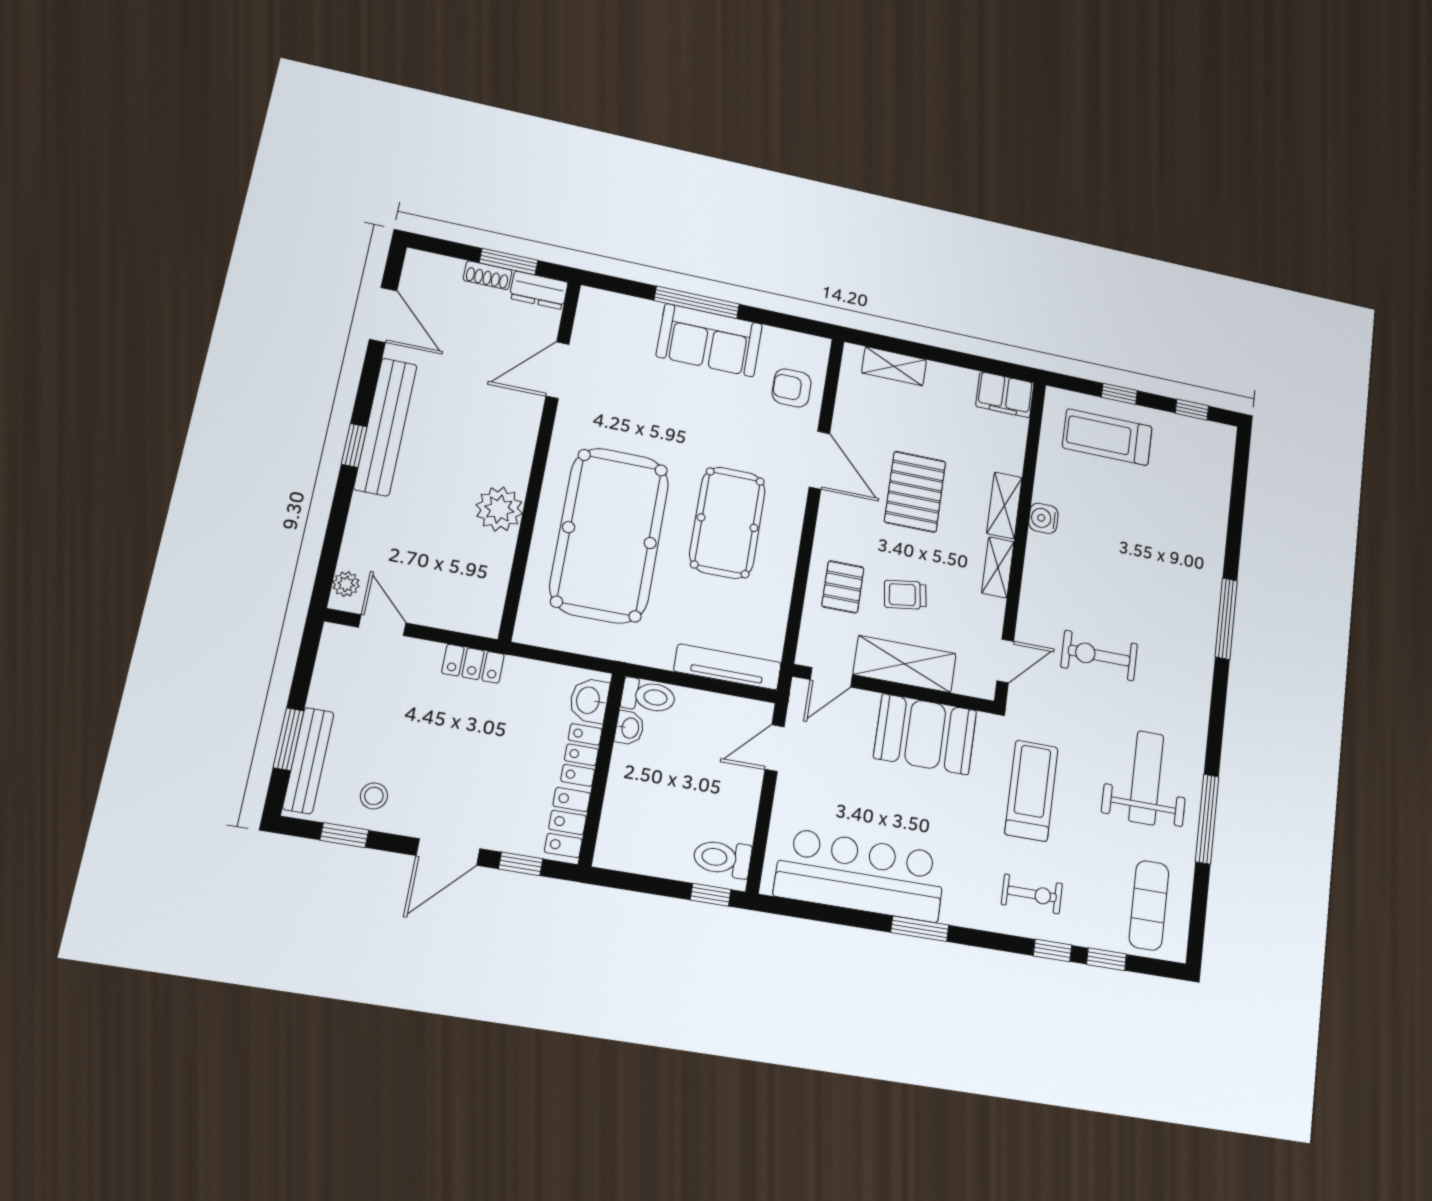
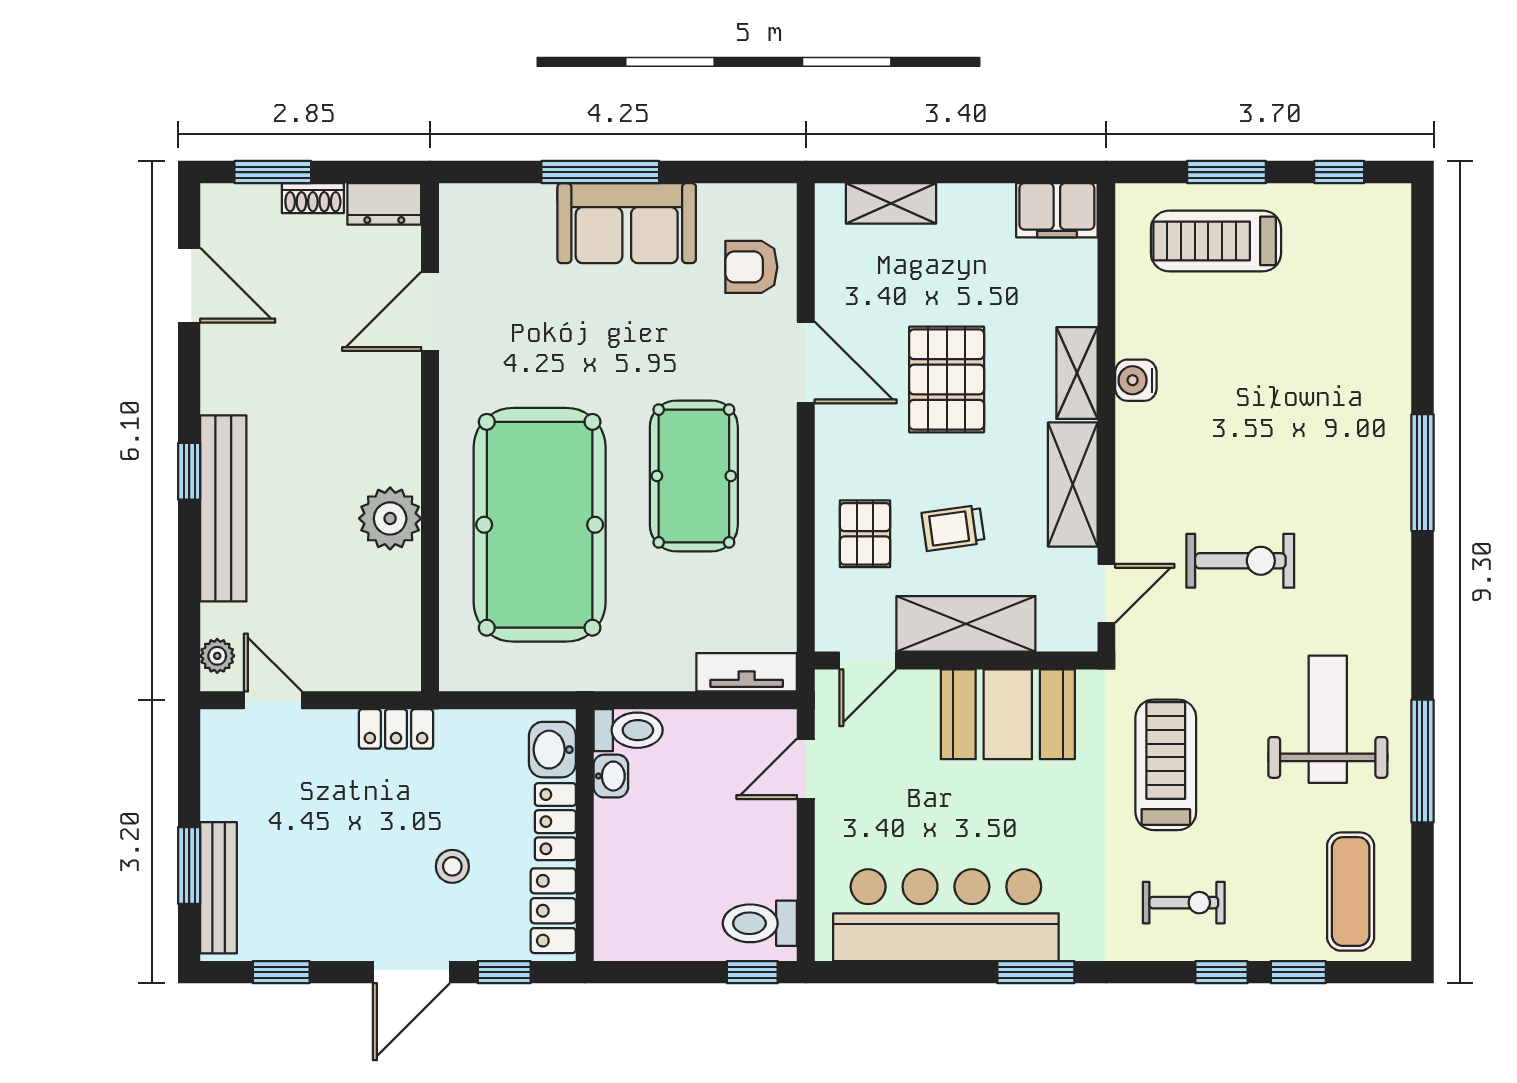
window: (509, 261) -> (273, 172), moved
window: (1119, 394) -> (1227, 172), width x1.50
bench: (385, 427) -> (223, 508), moved
shelving: (998, 567) -> (1073, 485), width x1.50, depth x1.33
exercise bike: (1099, 656) -> (1240, 561), turned 180
tv unit: (728, 667) -> (747, 672), width x0.71
stool: (374, 796) -> (452, 866), moved

